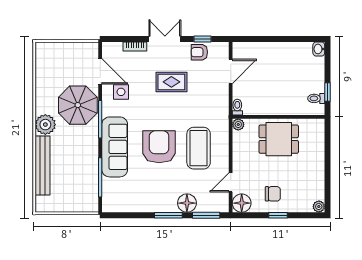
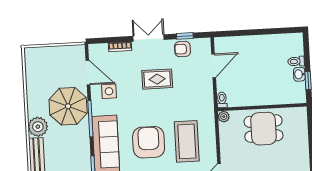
washbasin: (319, 49) -> (299, 74), moved
toilet: (316, 98) -> (296, 61), moved

